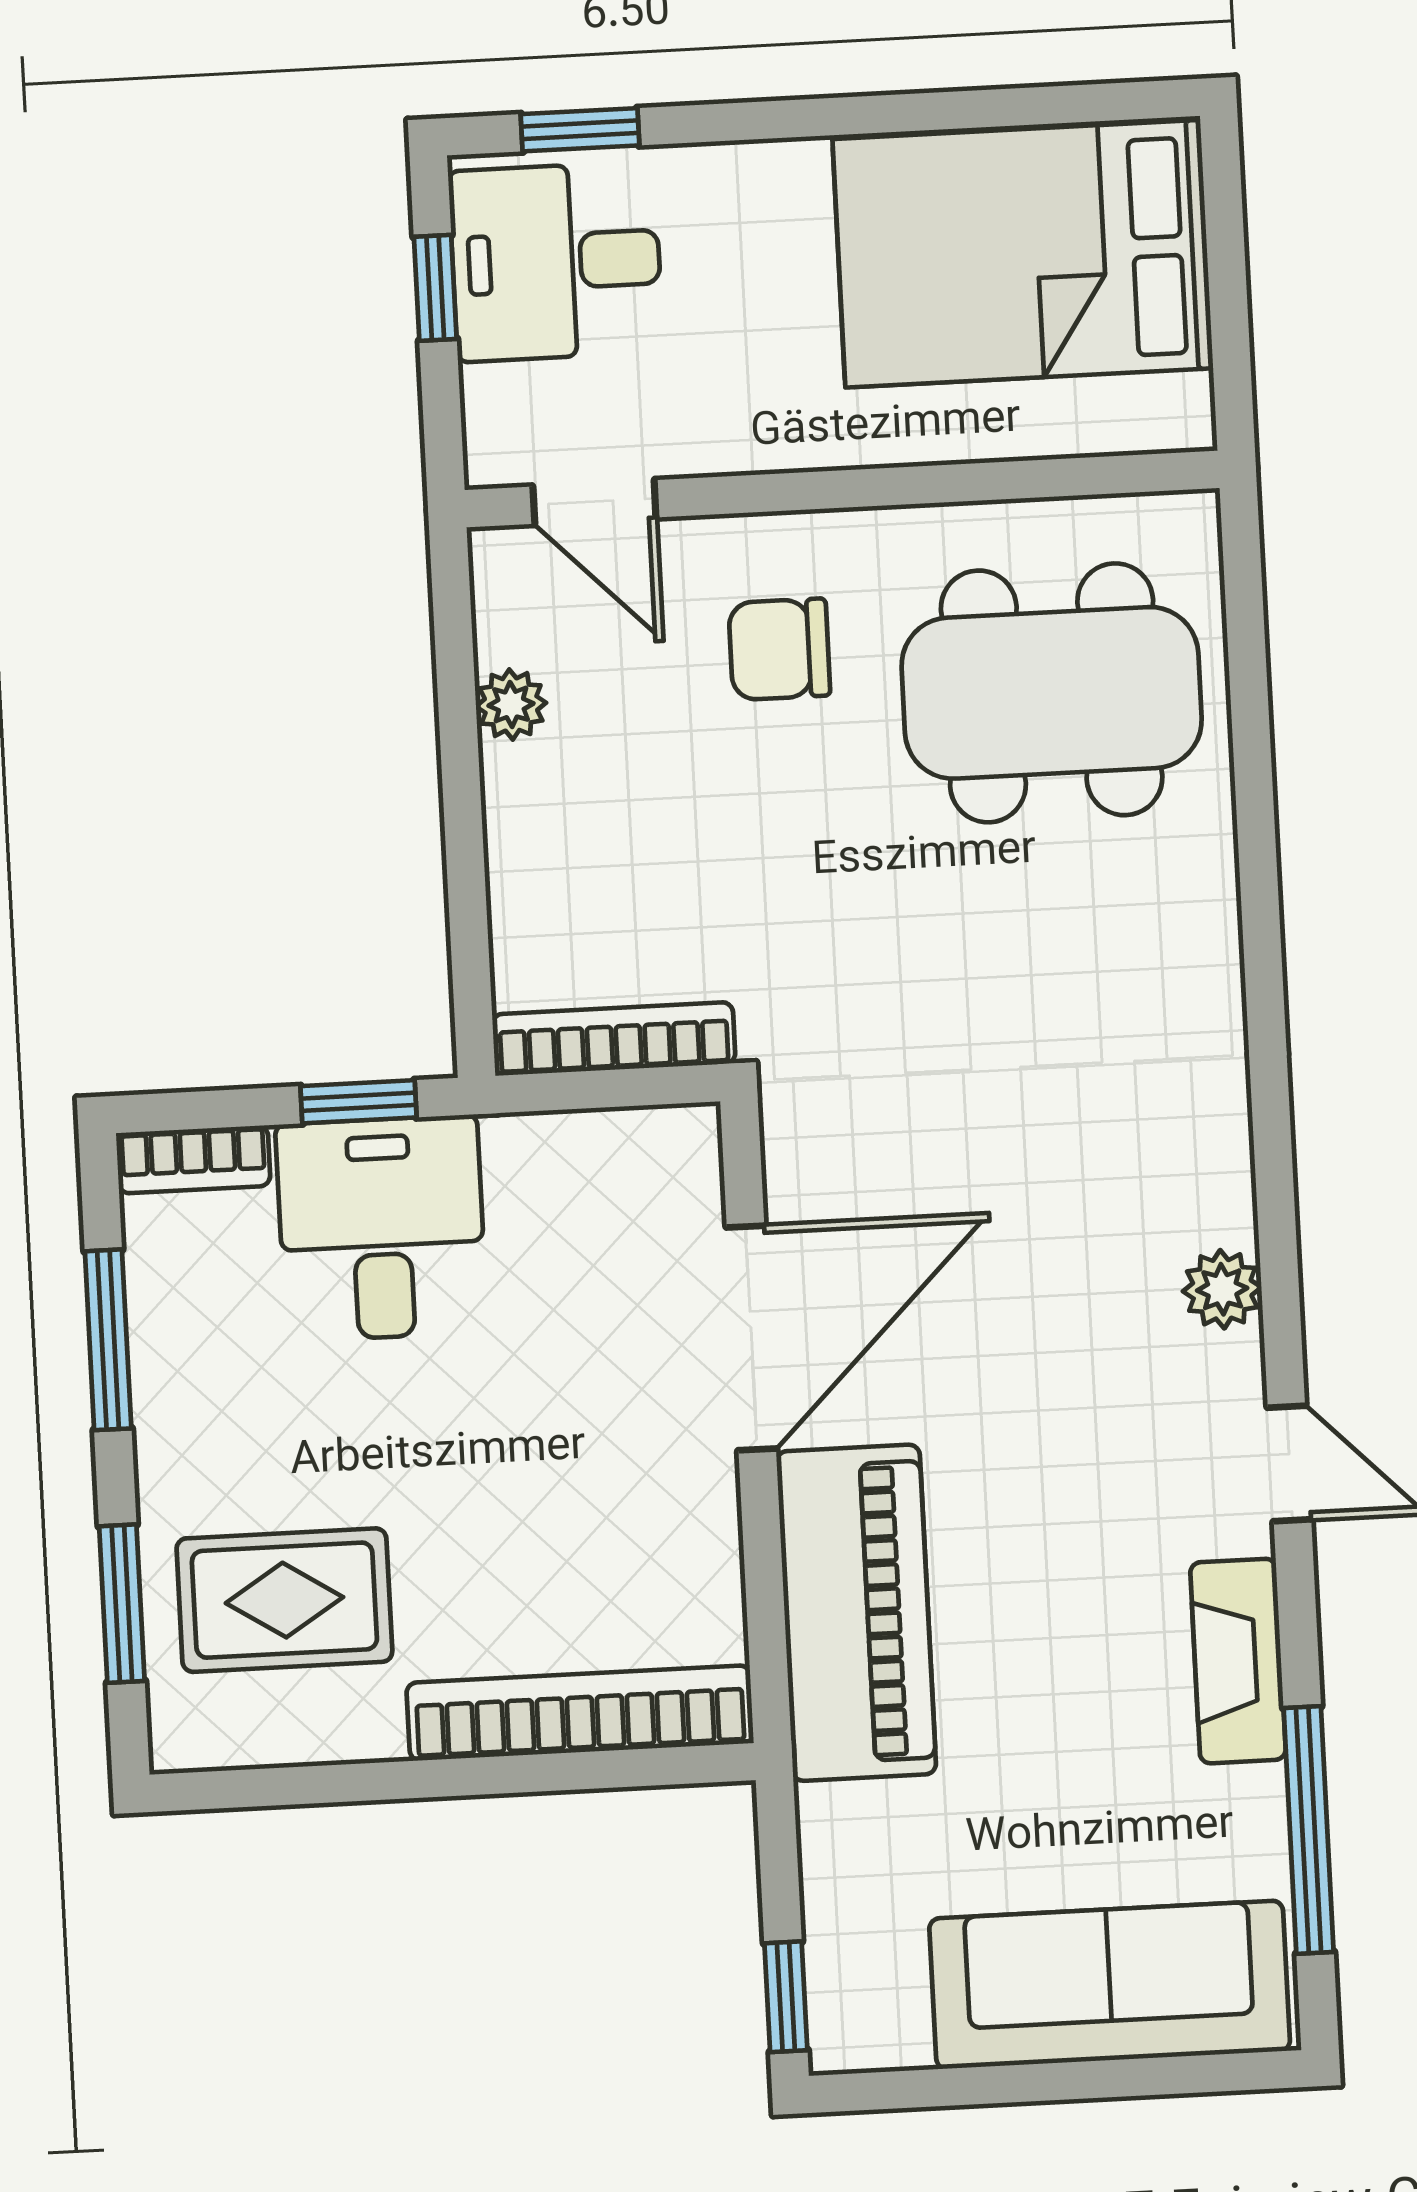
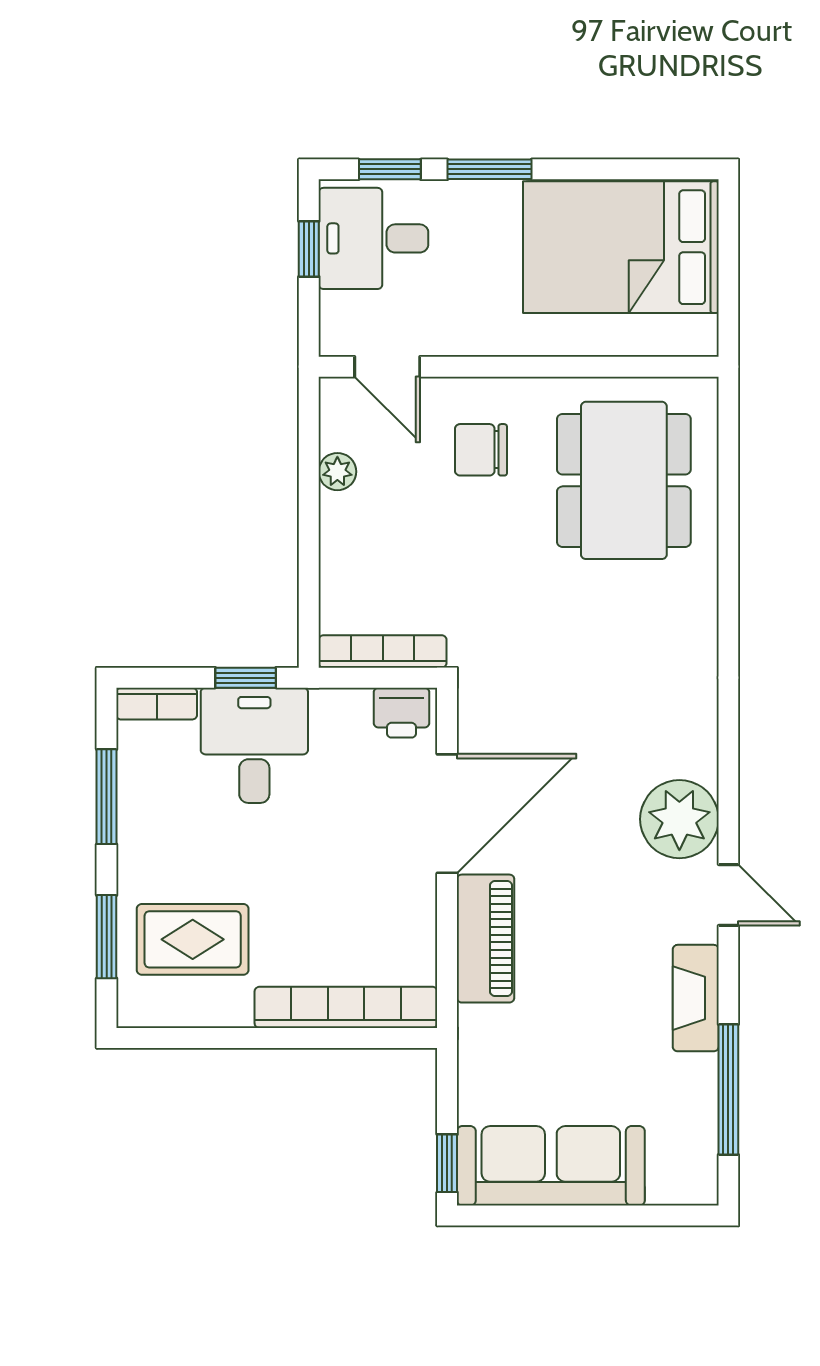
window: (768, 120) -> (489, 169), added
dining table: (1052, 693) -> (624, 480), turned 90
printer: (656, 1152) -> (402, 713), added
plant: (1222, 1289) -> (679, 819), width x1.88, depth x1.88
piano: (856, 1613) -> (486, 939), width x0.73, depth x0.75
sofa: (1110, 1985) -> (551, 1166), moved

